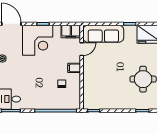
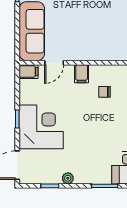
filing cabinet: (71, 32) -> (28, 72), width x0.50
door: (82, 49) -> (54, 63), swing flipped

